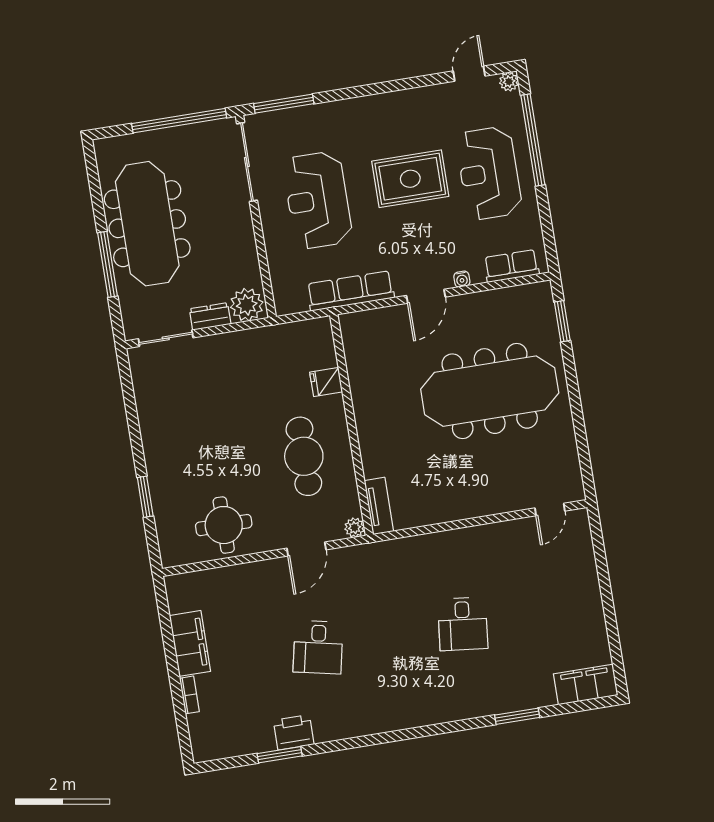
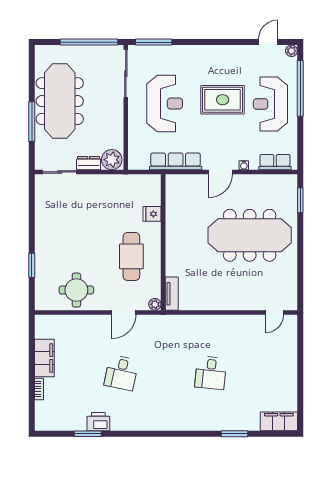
reception desk: (318, 200) -> (165, 104), turned 180

